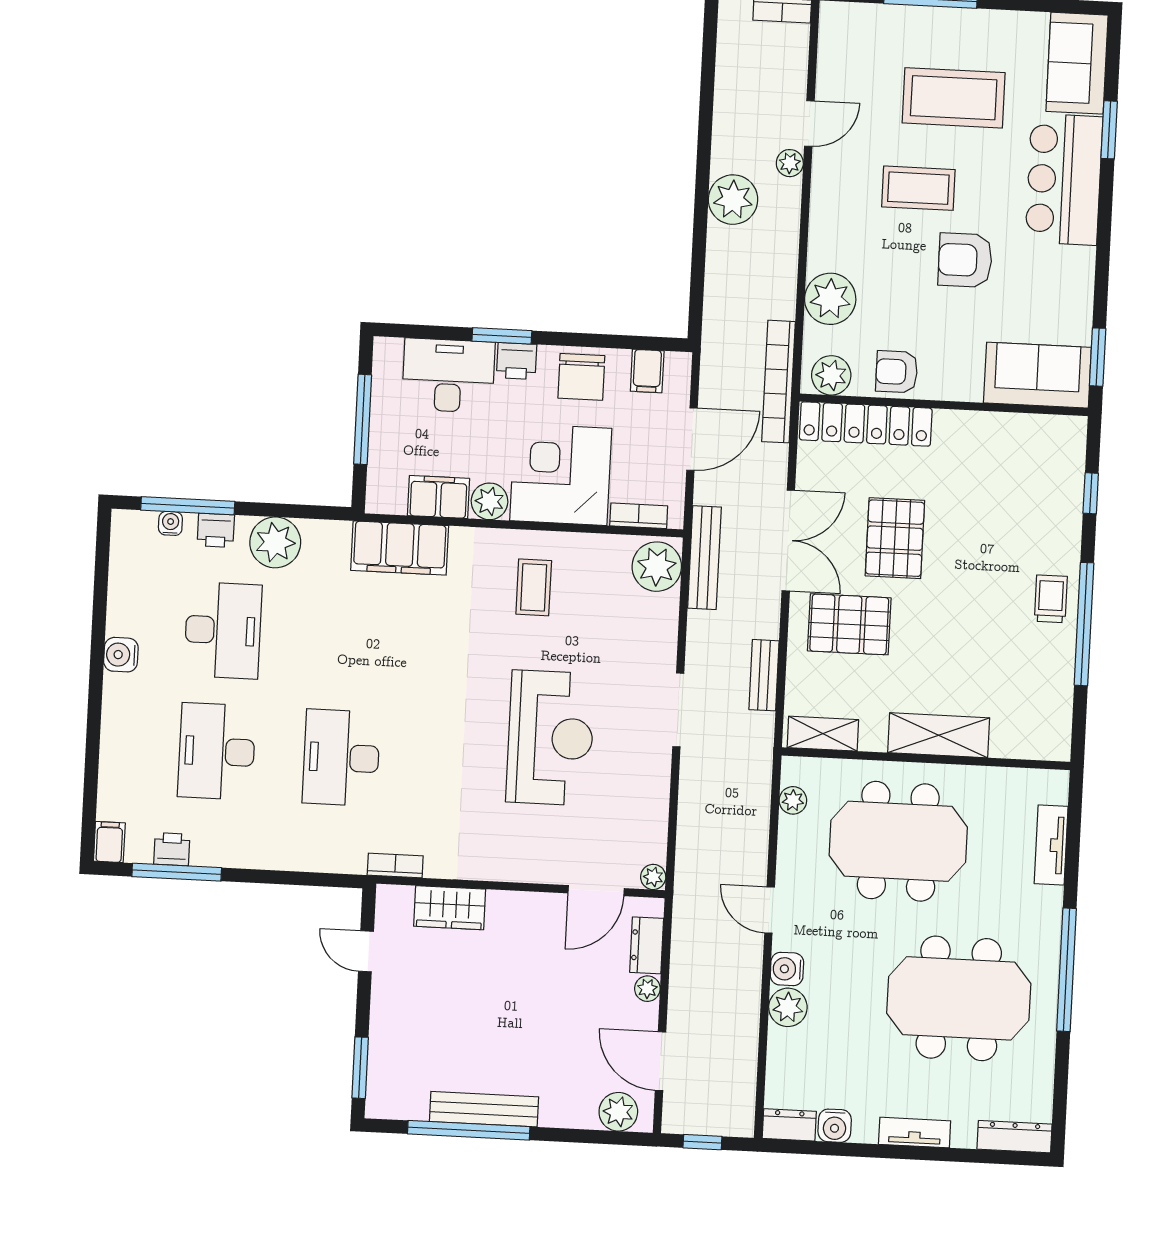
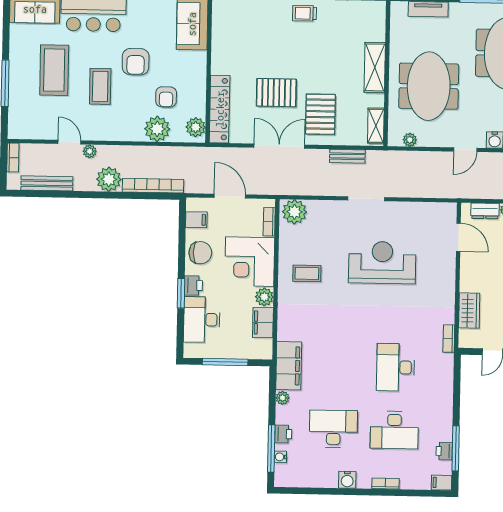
armchair: (897, 372) -> (166, 97), moved
bookcase: (778, 382) -> (153, 186), moved, turned 180
plant: (275, 542) -> (282, 398), width x0.53, depth x0.53
filing cabinet: (400, 548) -> (289, 366), moved
bench: (704, 558) -> (47, 183), moved
bookcase: (111, 731) -> (386, 484), added
desk: (341, 758) -> (395, 367), turned 90
plant: (653, 877) -> (450, 209), removed

